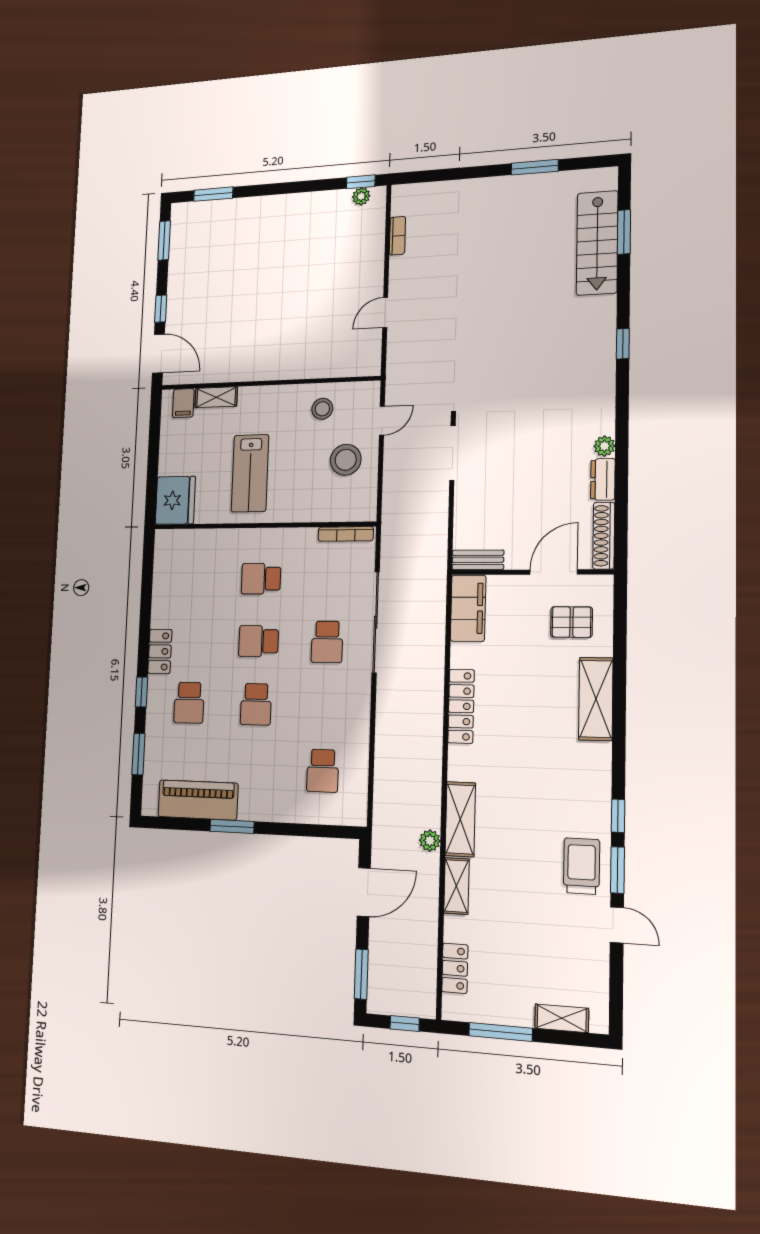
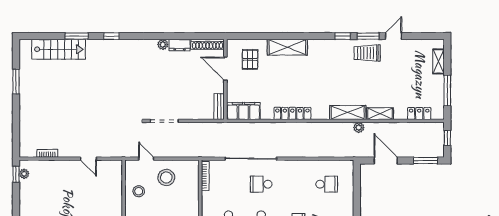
window: (624, 232) -> (77, 36), moved
school desk: (327, 642) -> (261, 184), turned 180

